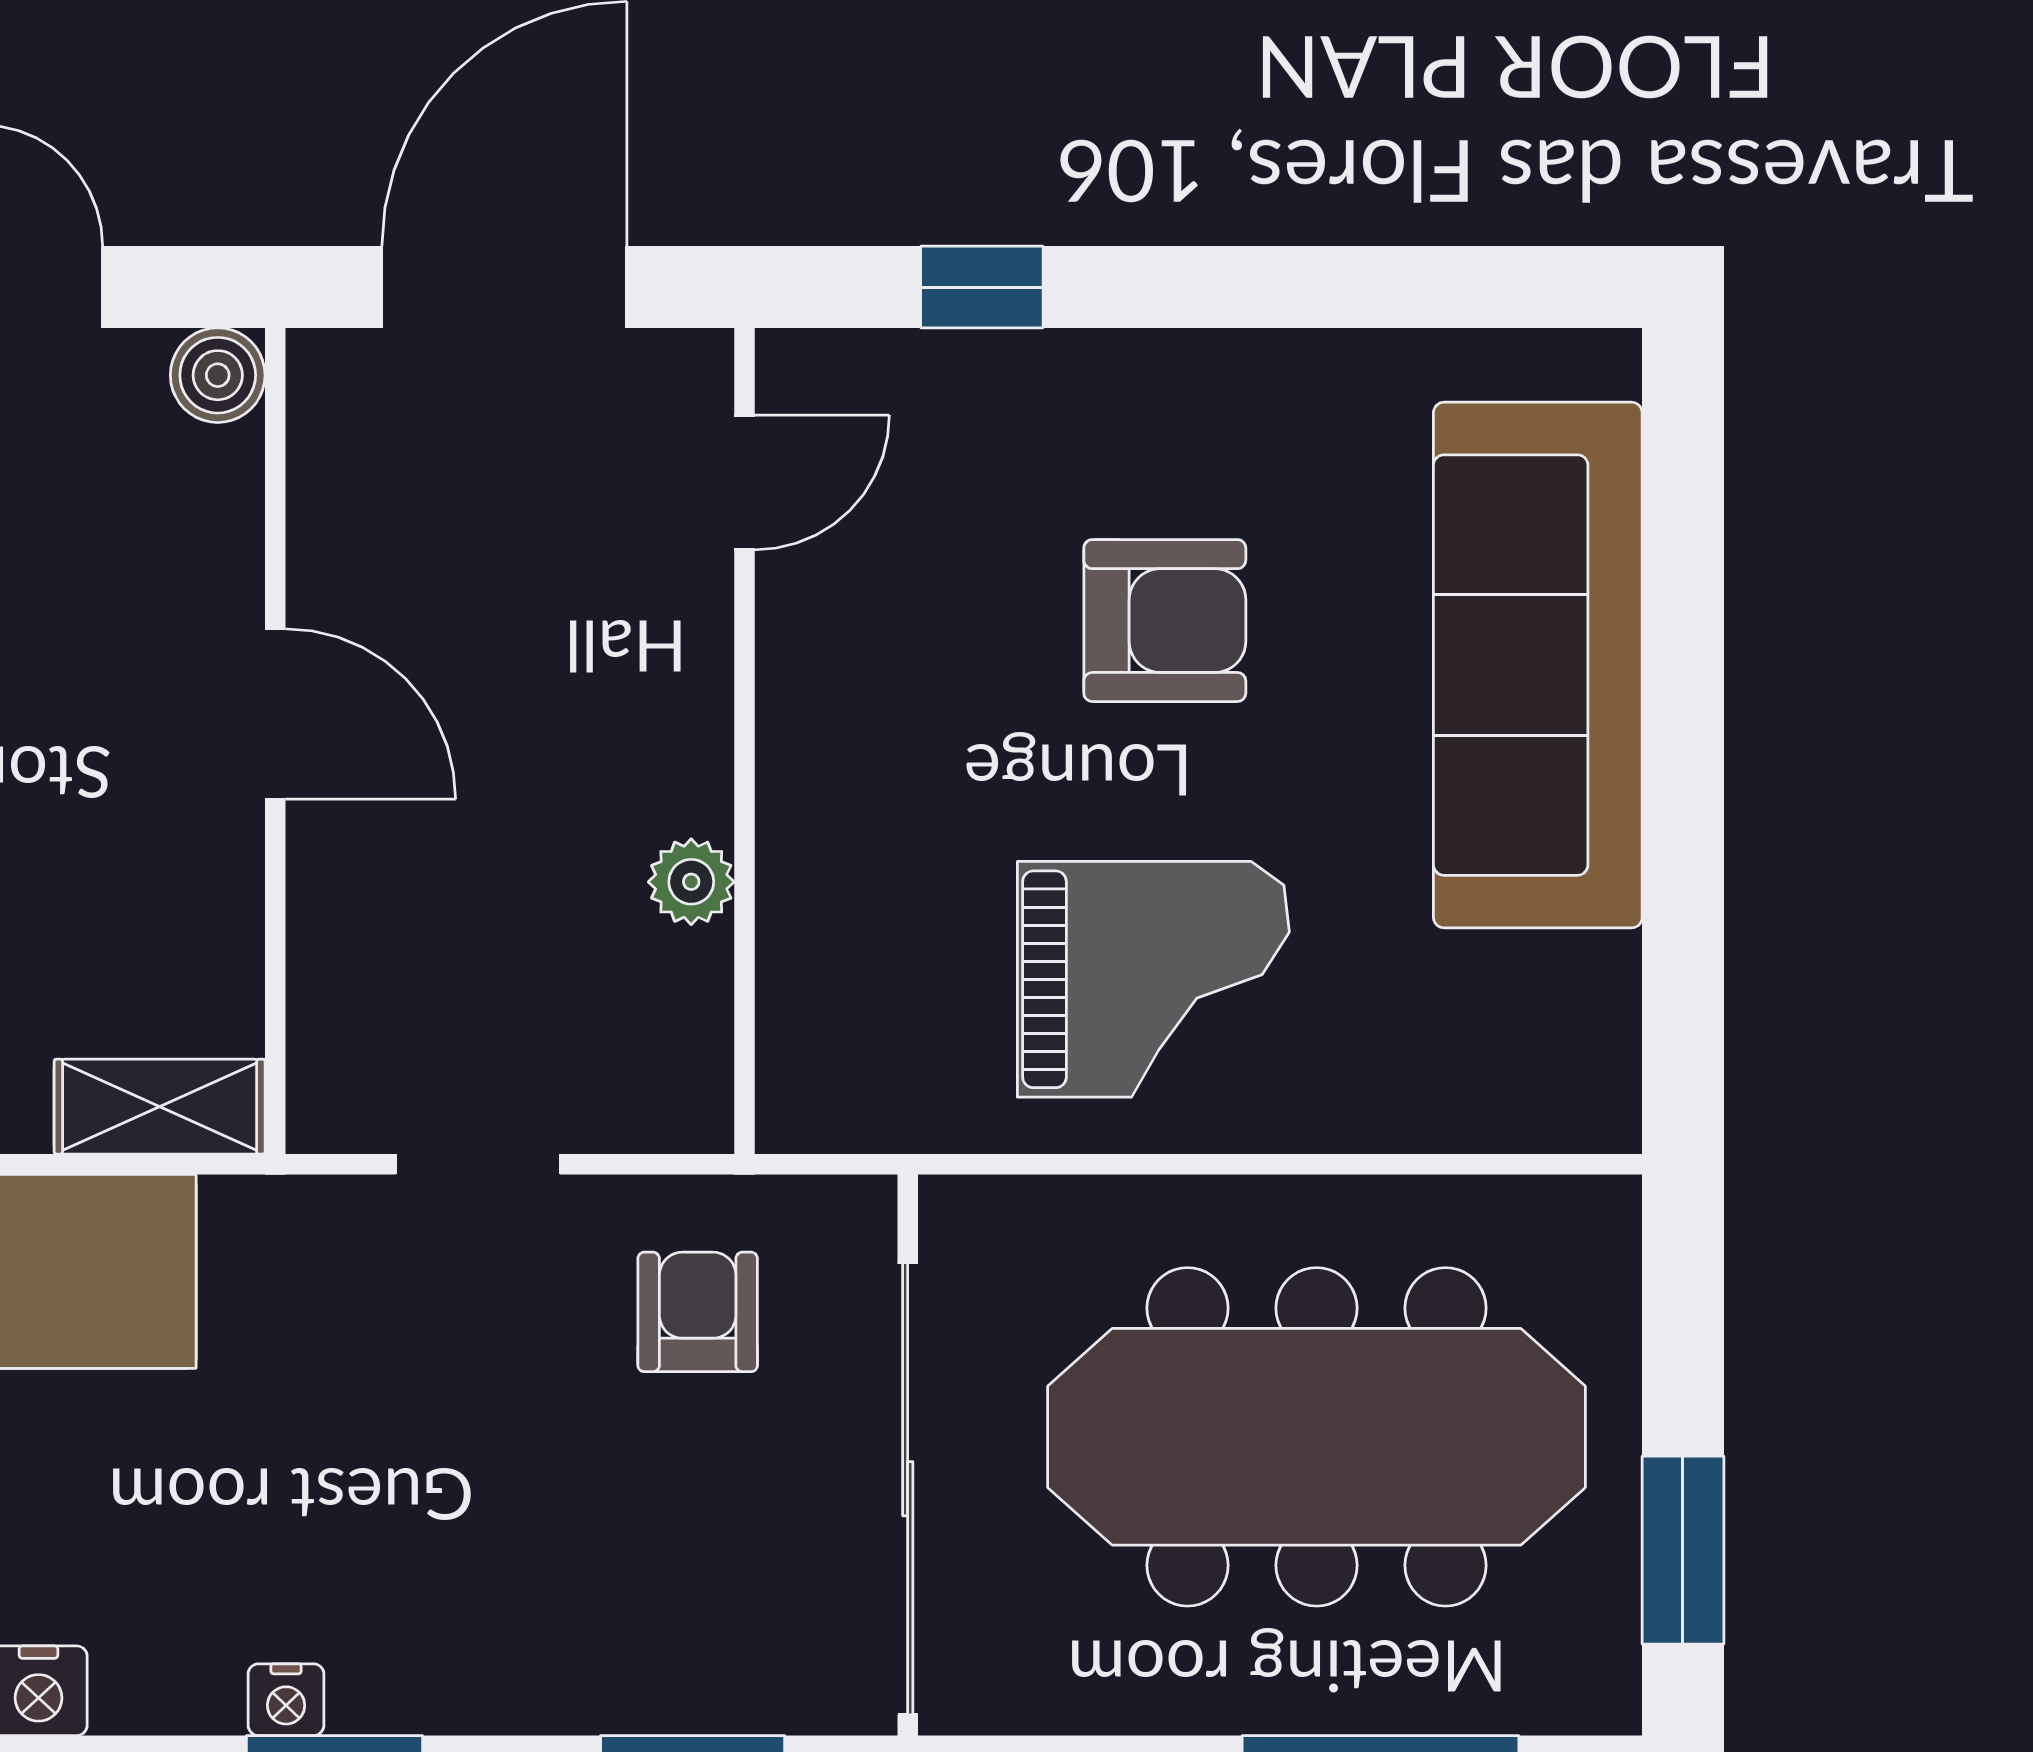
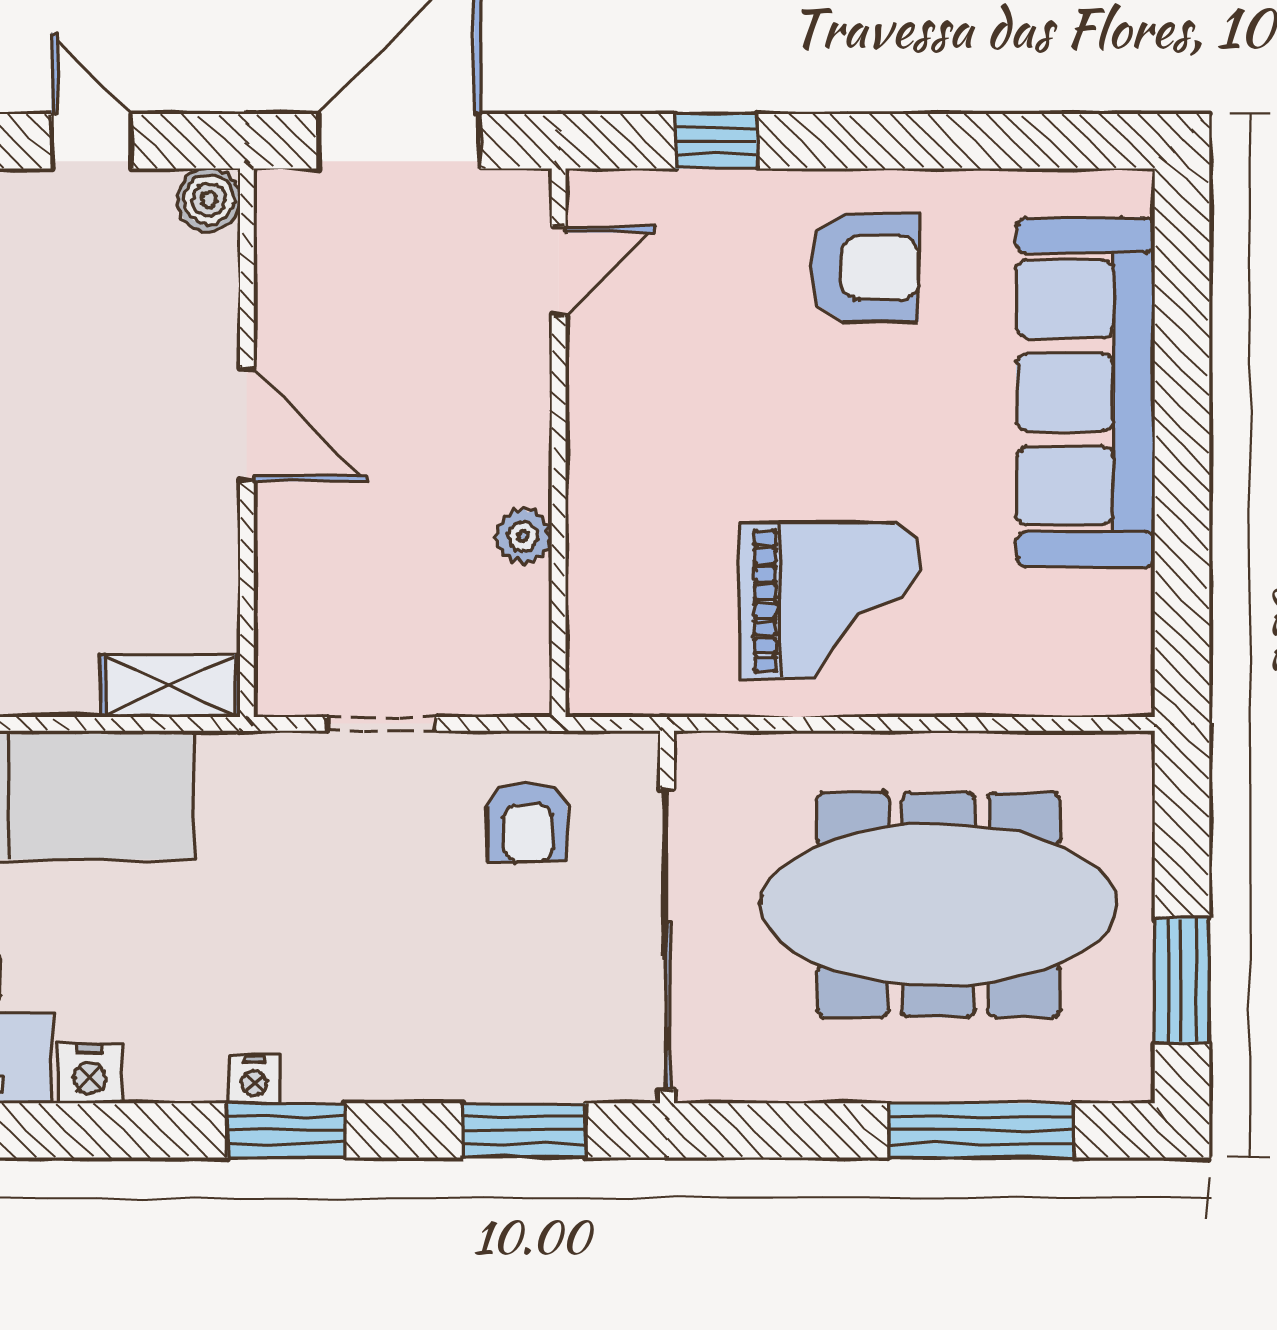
armchair: (1165, 621) -> (865, 267), moved
armchair: (698, 1312) -> (527, 822), turned 180

